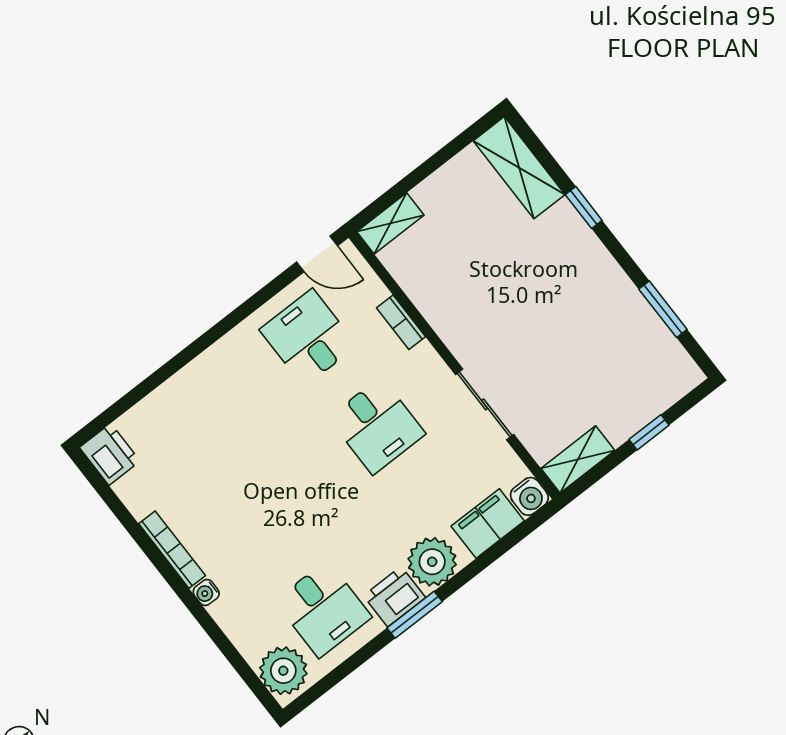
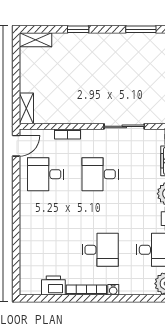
shelving: (519, 168) -> (35, 40), width x0.67, depth x0.75
desk: (377, 426) -> (100, 174), turned 180
printer: (110, 454) -> (53, 285), moved
desk: (255, 521) -> (100, 250), added

